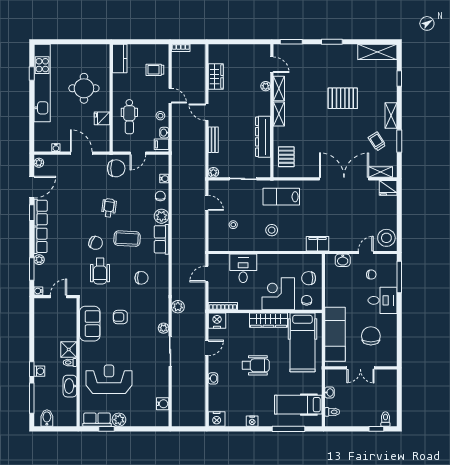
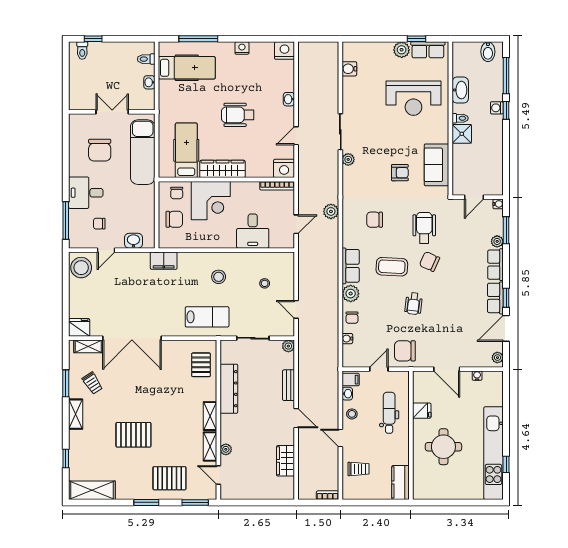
pallet: (313, 62) -> (169, 478), added
plant: (178, 307) -> (331, 211), moved
hospital bed: (302, 342) -> (186, 150), width x0.73, depth x0.78

